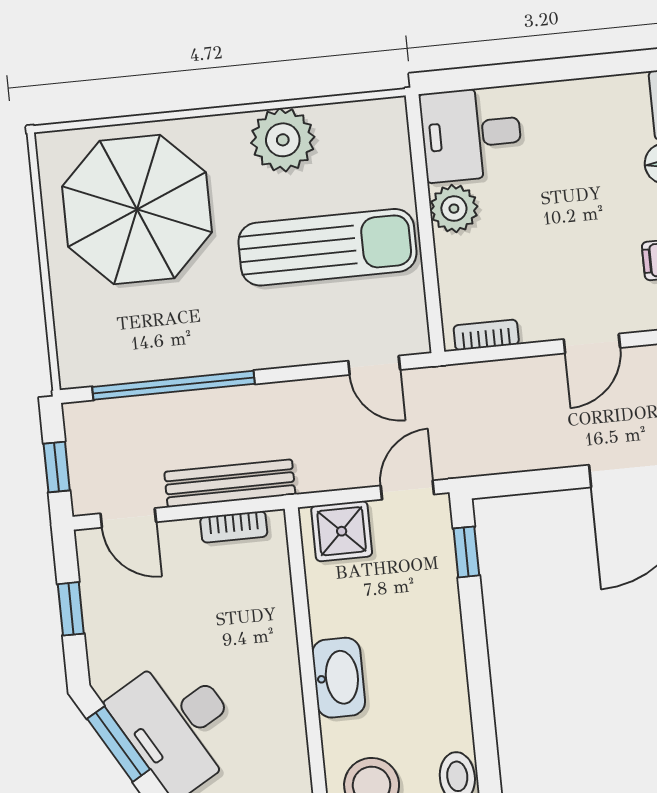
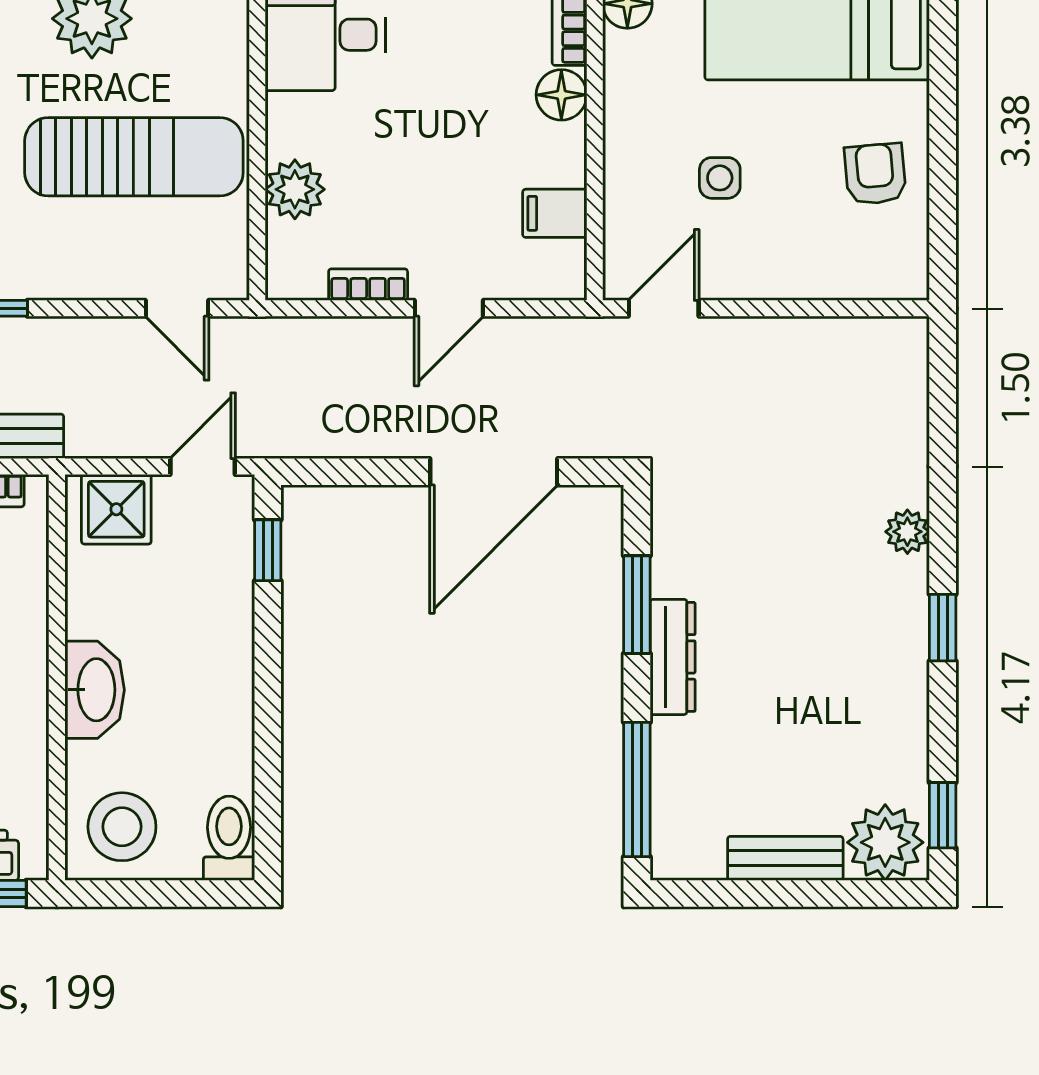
plant: (454, 209) -> (295, 189), moved
bookcase: (486, 335) -> (368, 285), moved

